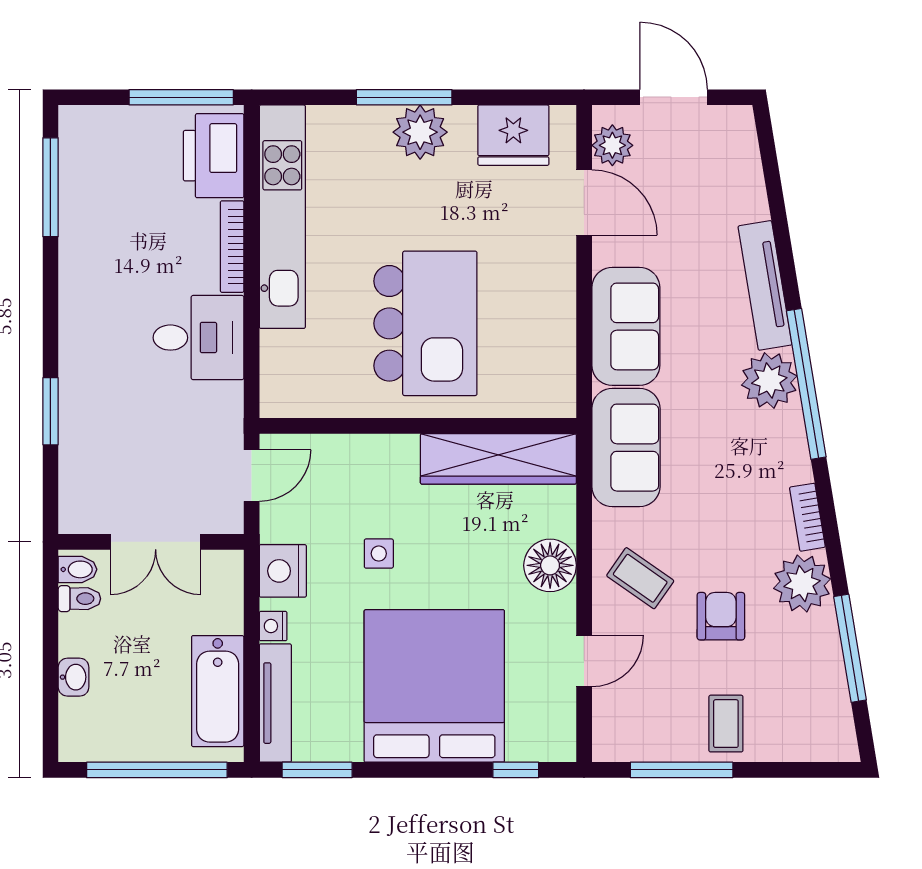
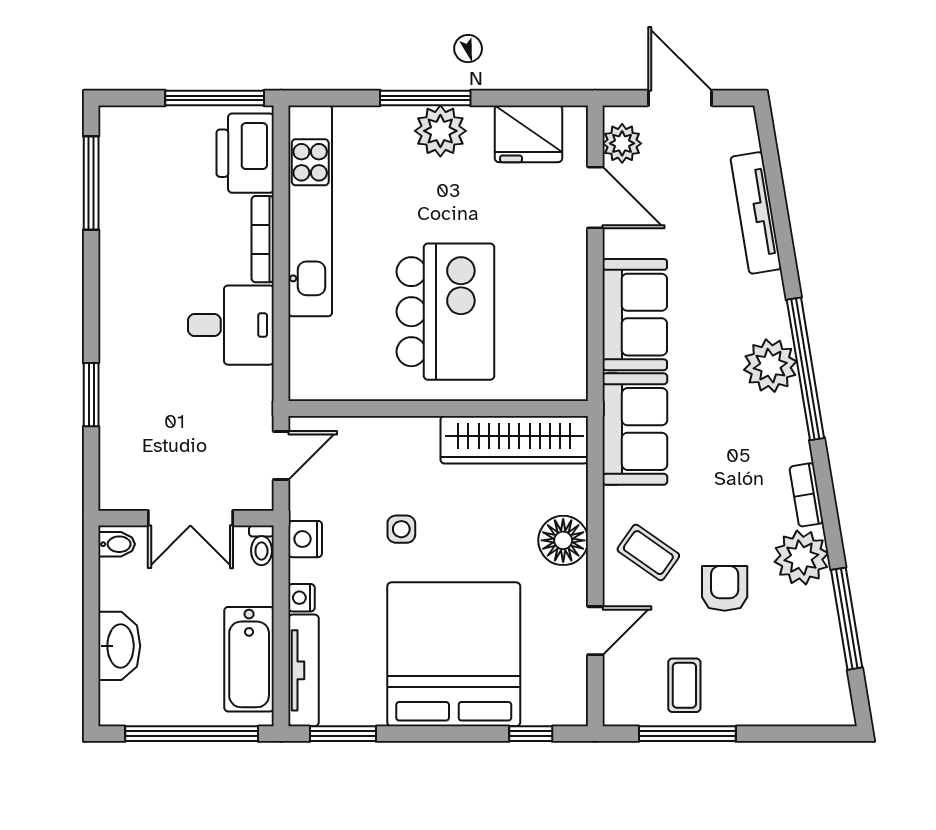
tv unit: (765, 285) -> (756, 213), moved
nightstand: (283, 571) -> (305, 539), width x0.74, depth x0.75
toilet: (79, 599) -> (261, 545), moved, turned 90
washbasin: (74, 677) -> (119, 646), width x1.91, depth x1.45
coffee table: (726, 724) -> (684, 685), moved

